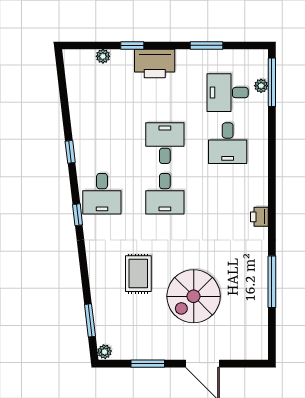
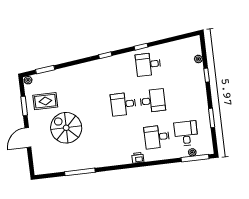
printer: (155, 64) -> (198, 89), removed
desk: (102, 194) -> (148, 64), moved
printer: (259, 217) -> (138, 158), moved
rug: (138, 274) -> (45, 101), moved

